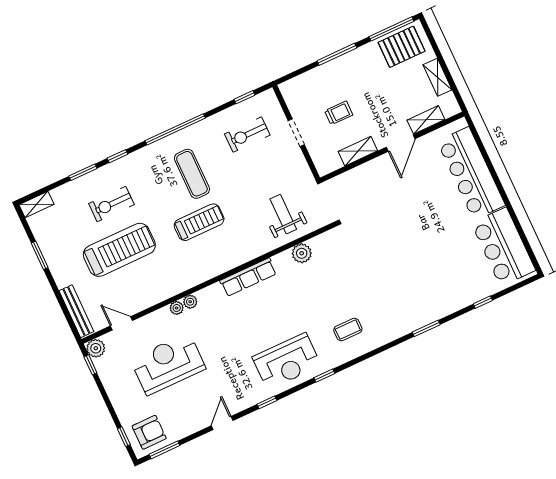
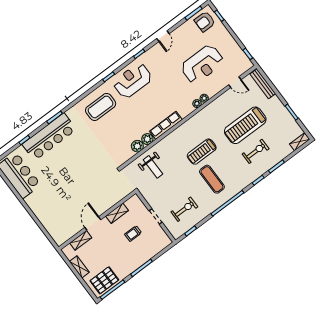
bar counter: (471, 173) -> (49, 137), moved, turned 90
coffee table: (348, 330) -> (101, 107), width x1.86, depth x1.72
plant: (96, 348) -> (147, 139), moved

